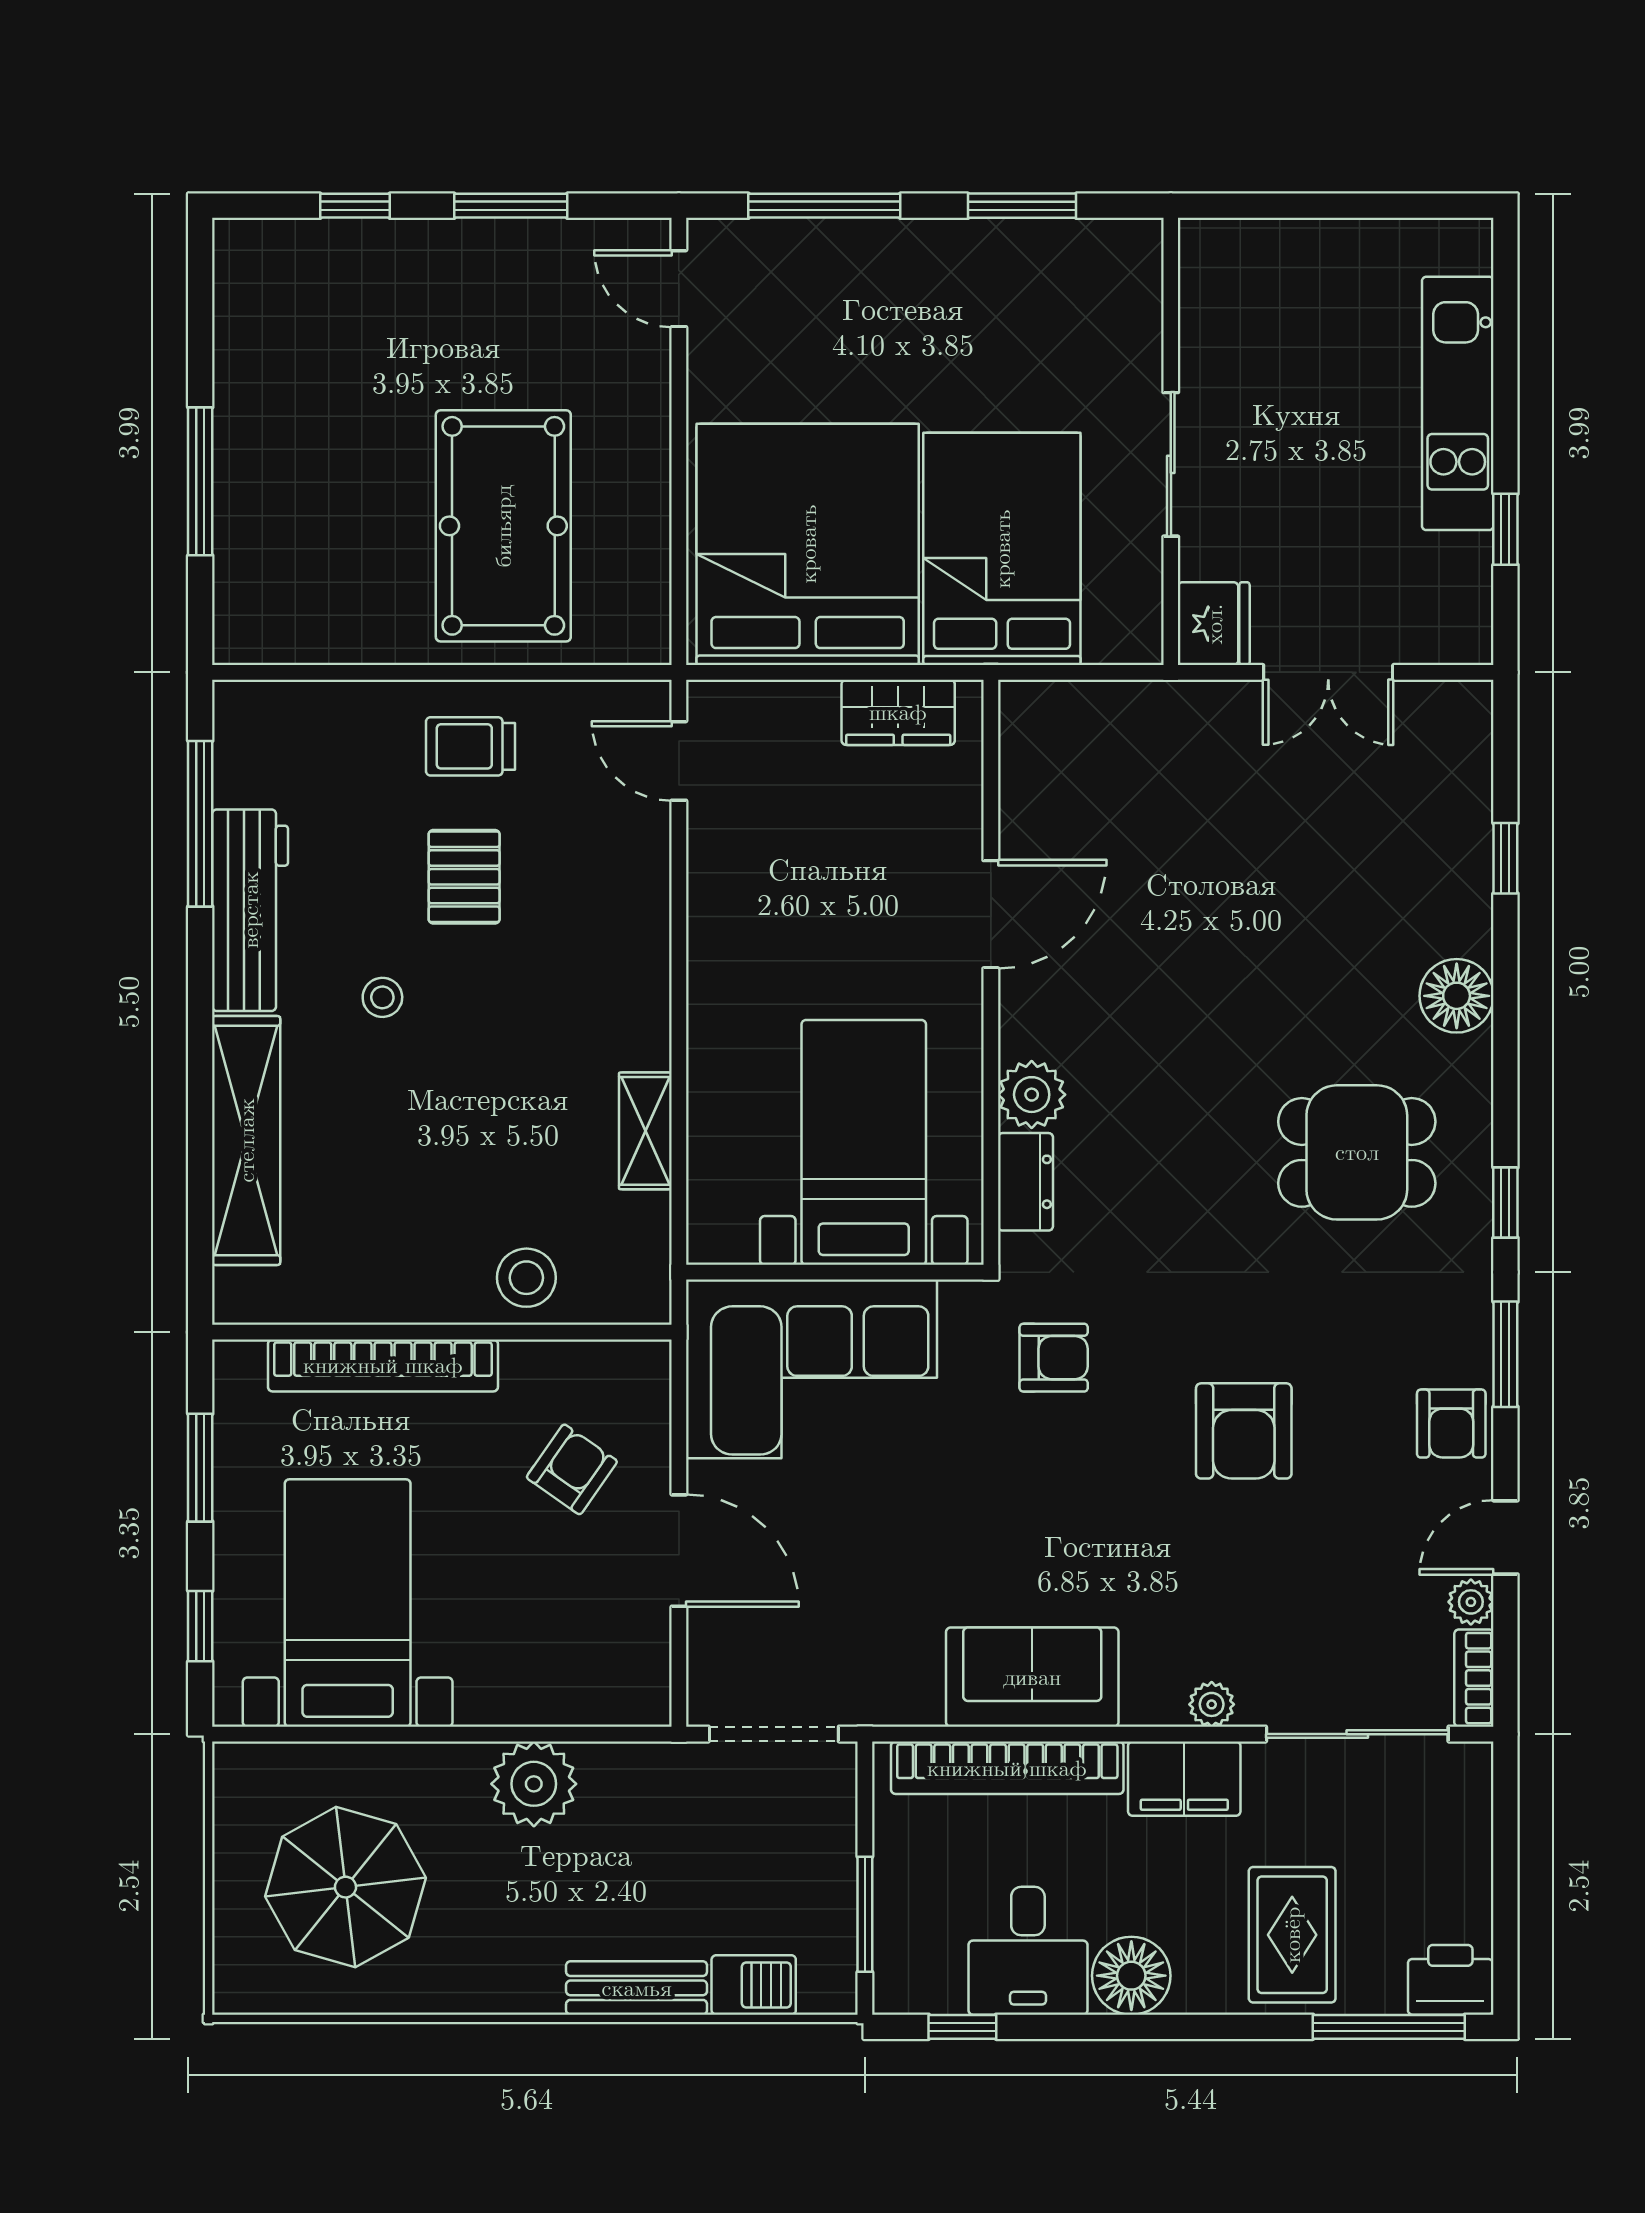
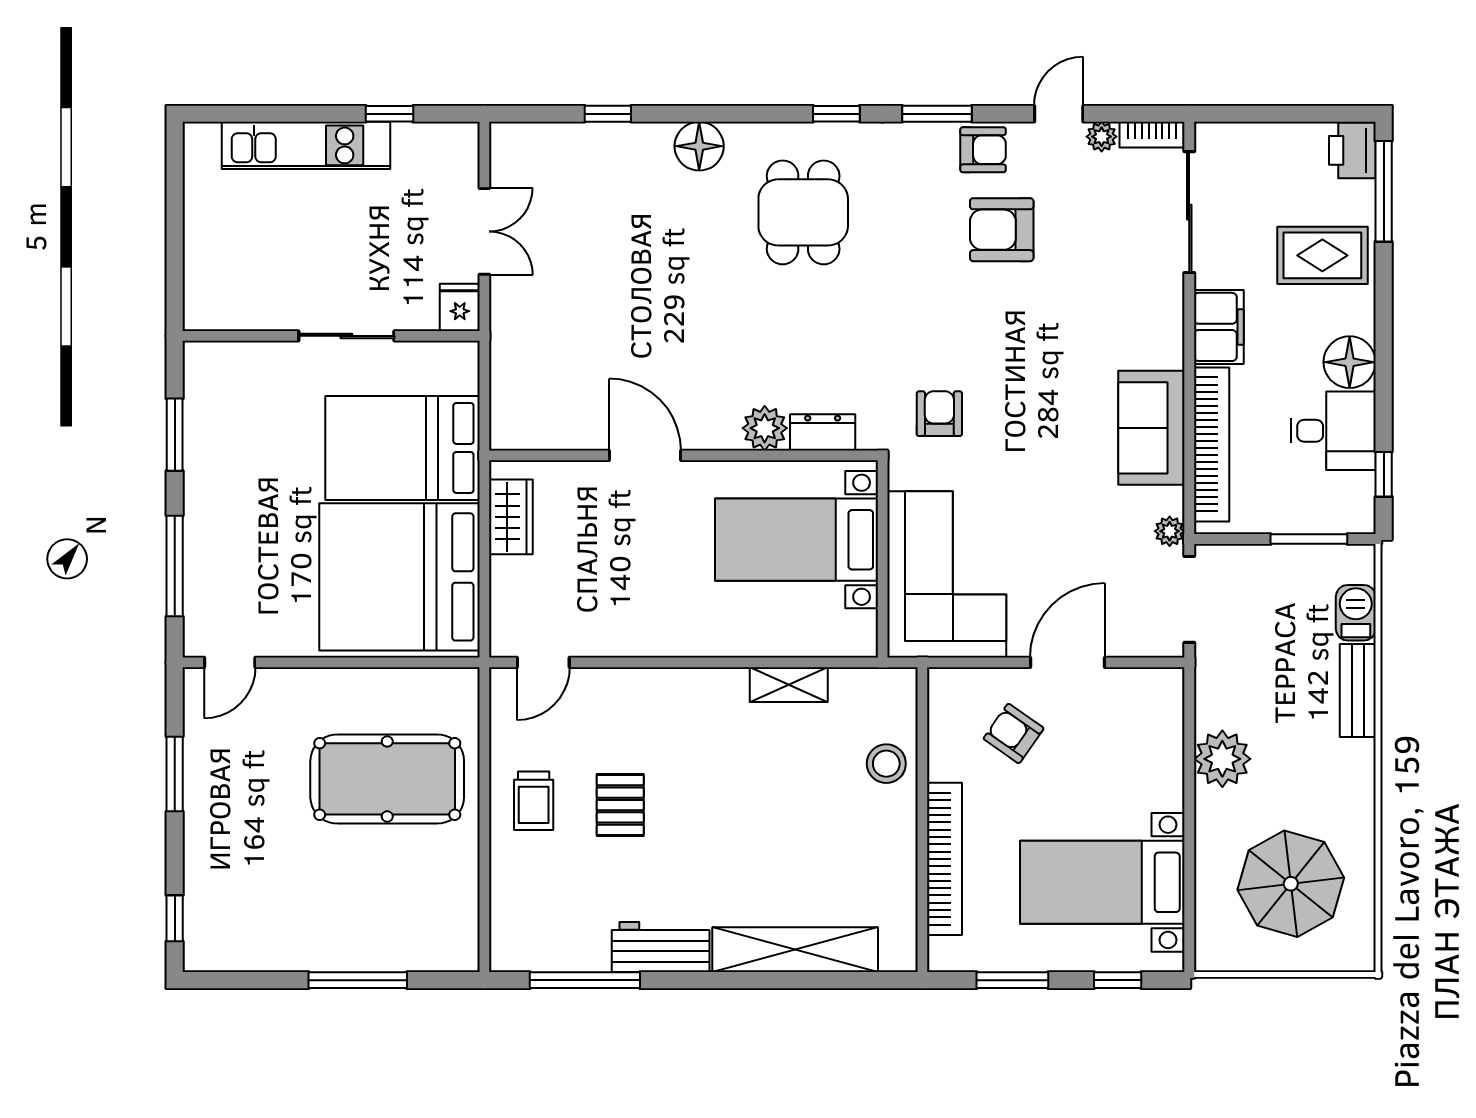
window: (355, 206) -> (175, 918), moved
fridge: (1214, 624) -> (460, 307), width x0.72
pallet: (464, 877) -> (620, 805), turned 90
workbench: (250, 910) -> (661, 947), width x0.73
stool: (382, 997) -> (700, 859), removed
armchair: (1244, 1431) -> (1002, 230), moved, turned 180
door: (1505, 1537) -> (1059, 114), swing flipped
plant: (1212, 1704) -> (1170, 531), moved

